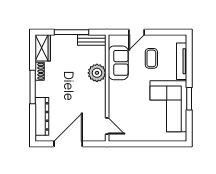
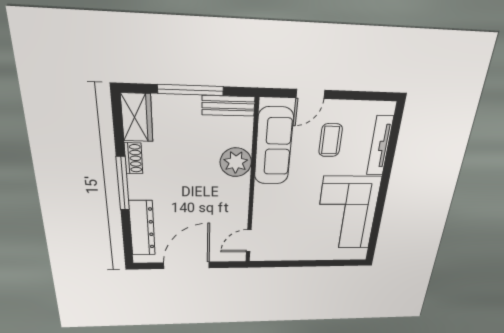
sofa: (118, 63) -> (274, 147), width x1.36
window: (189, 99) -> (381, 203), removed
door: (107, 126) -> (249, 241), swing flipped

